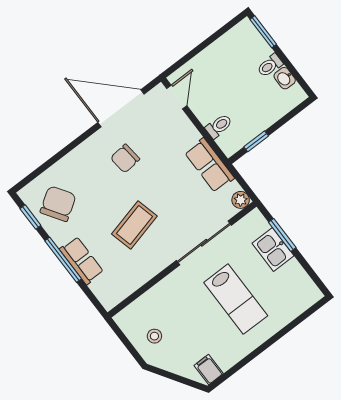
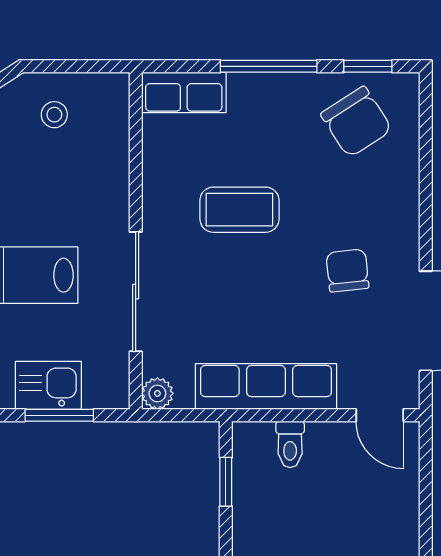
row of seats: (209, 165) -> (266, 386), width x1.48
coffee table: (134, 225) -> (239, 210), turned -76
row of seats: (82, 261) -> (184, 92), moved

